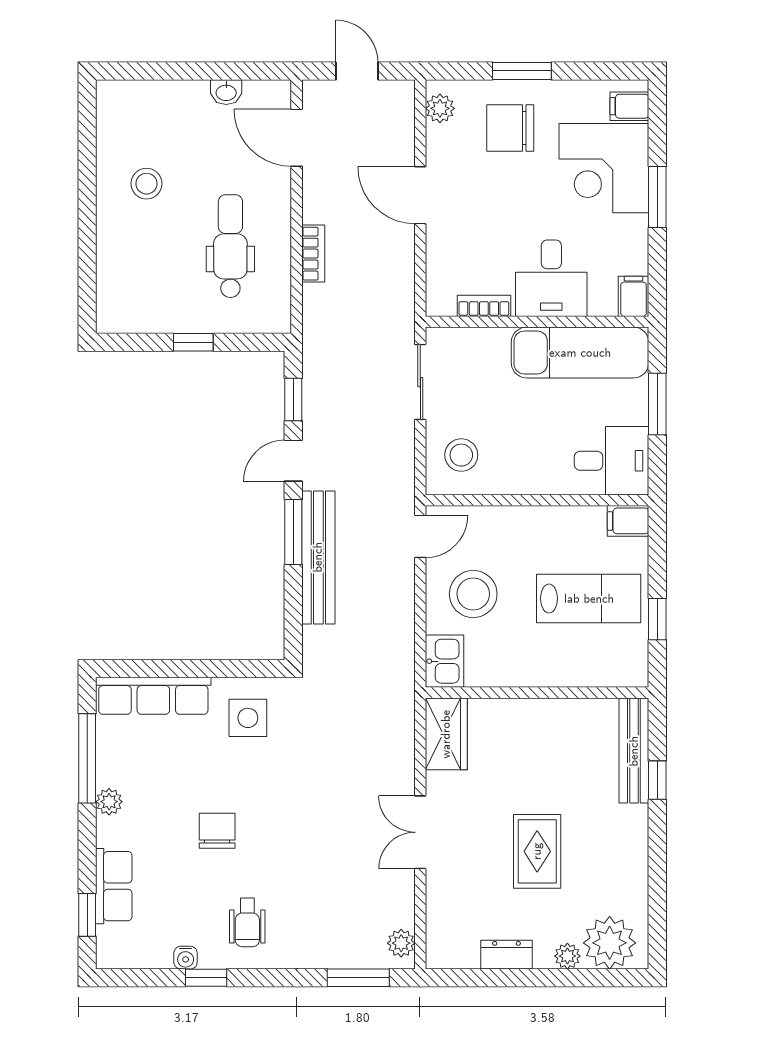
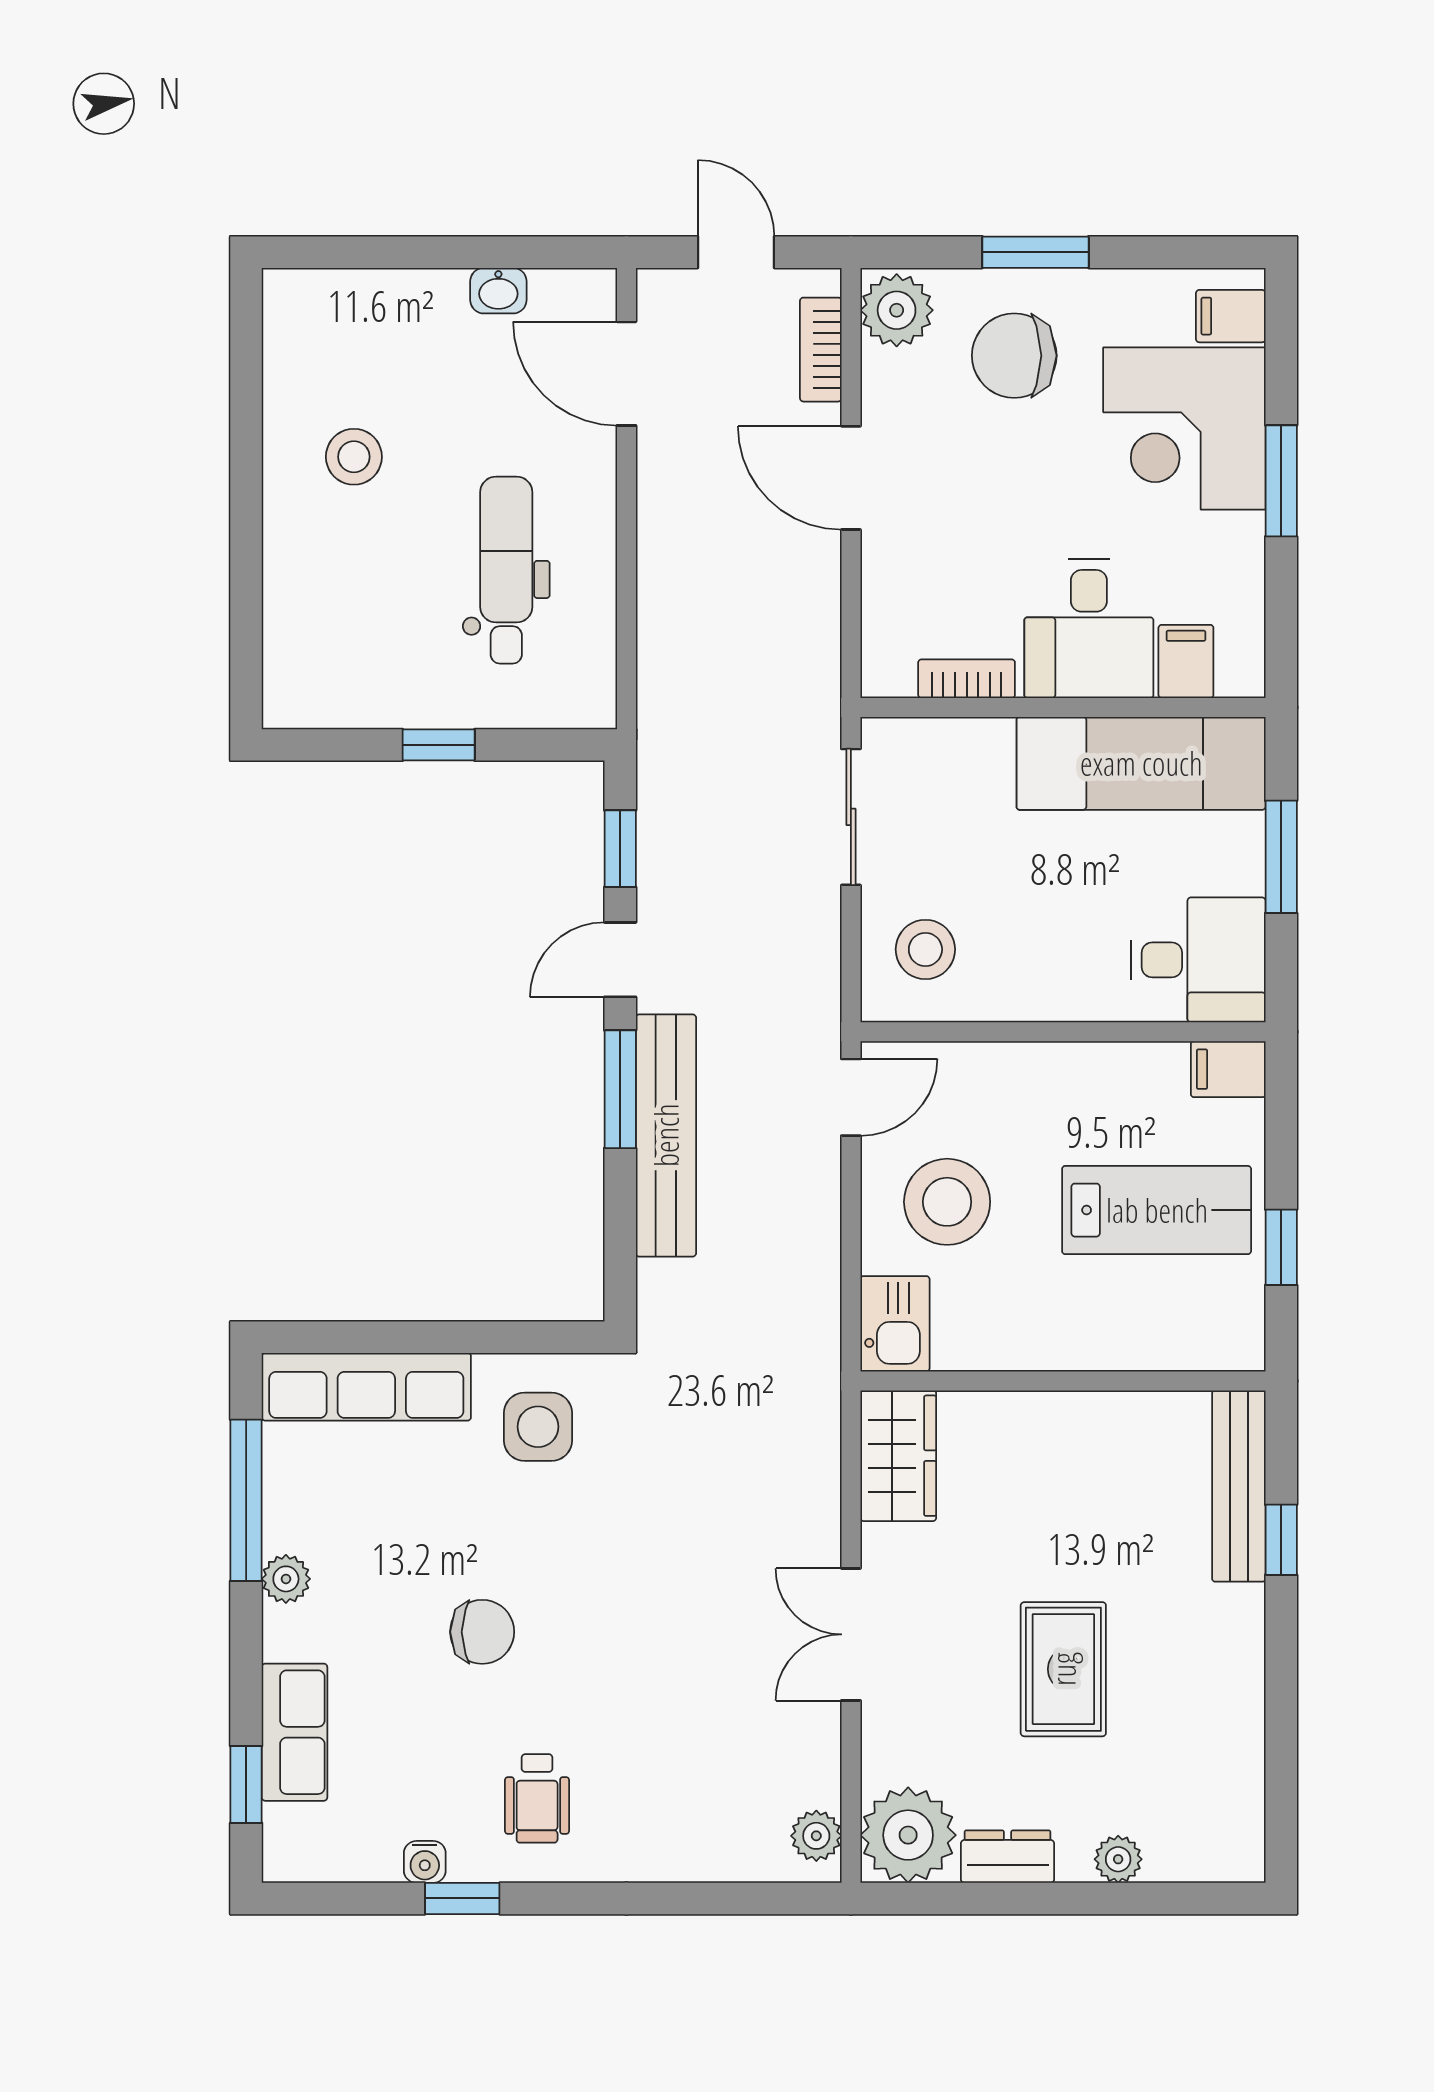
plant: (440, 108) -> (897, 310), width x1.38, depth x1.38
bookcase: (313, 254) -> (821, 350), moved, turned 180
filing cabinet: (634, 296) -> (1186, 661), moved
chair: (217, 831) -> (482, 1632), turned 90
plant: (610, 943) -> (908, 1835), moved
window: (358, 978) -> (738, 1898), removed

